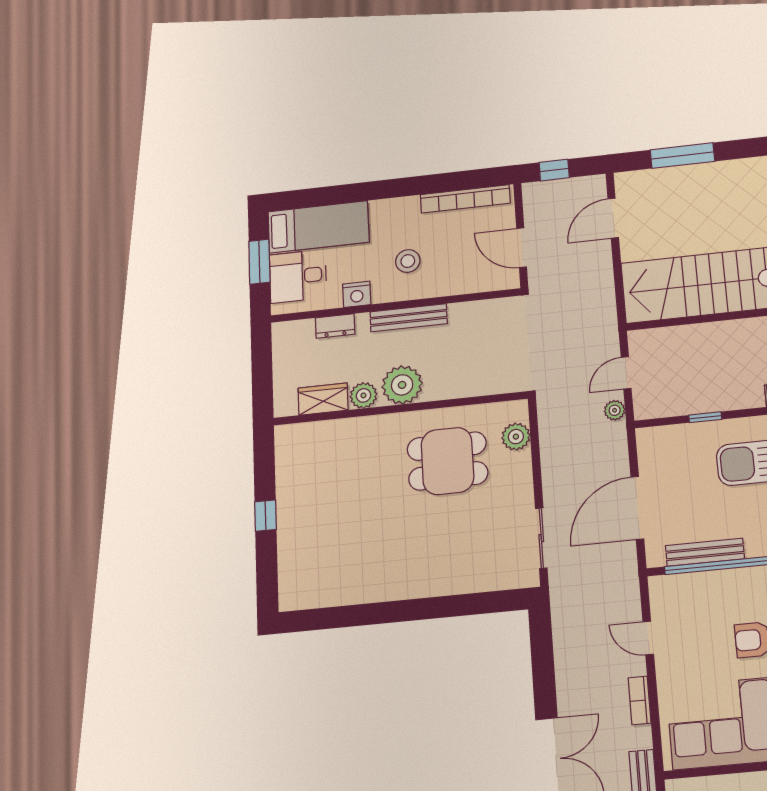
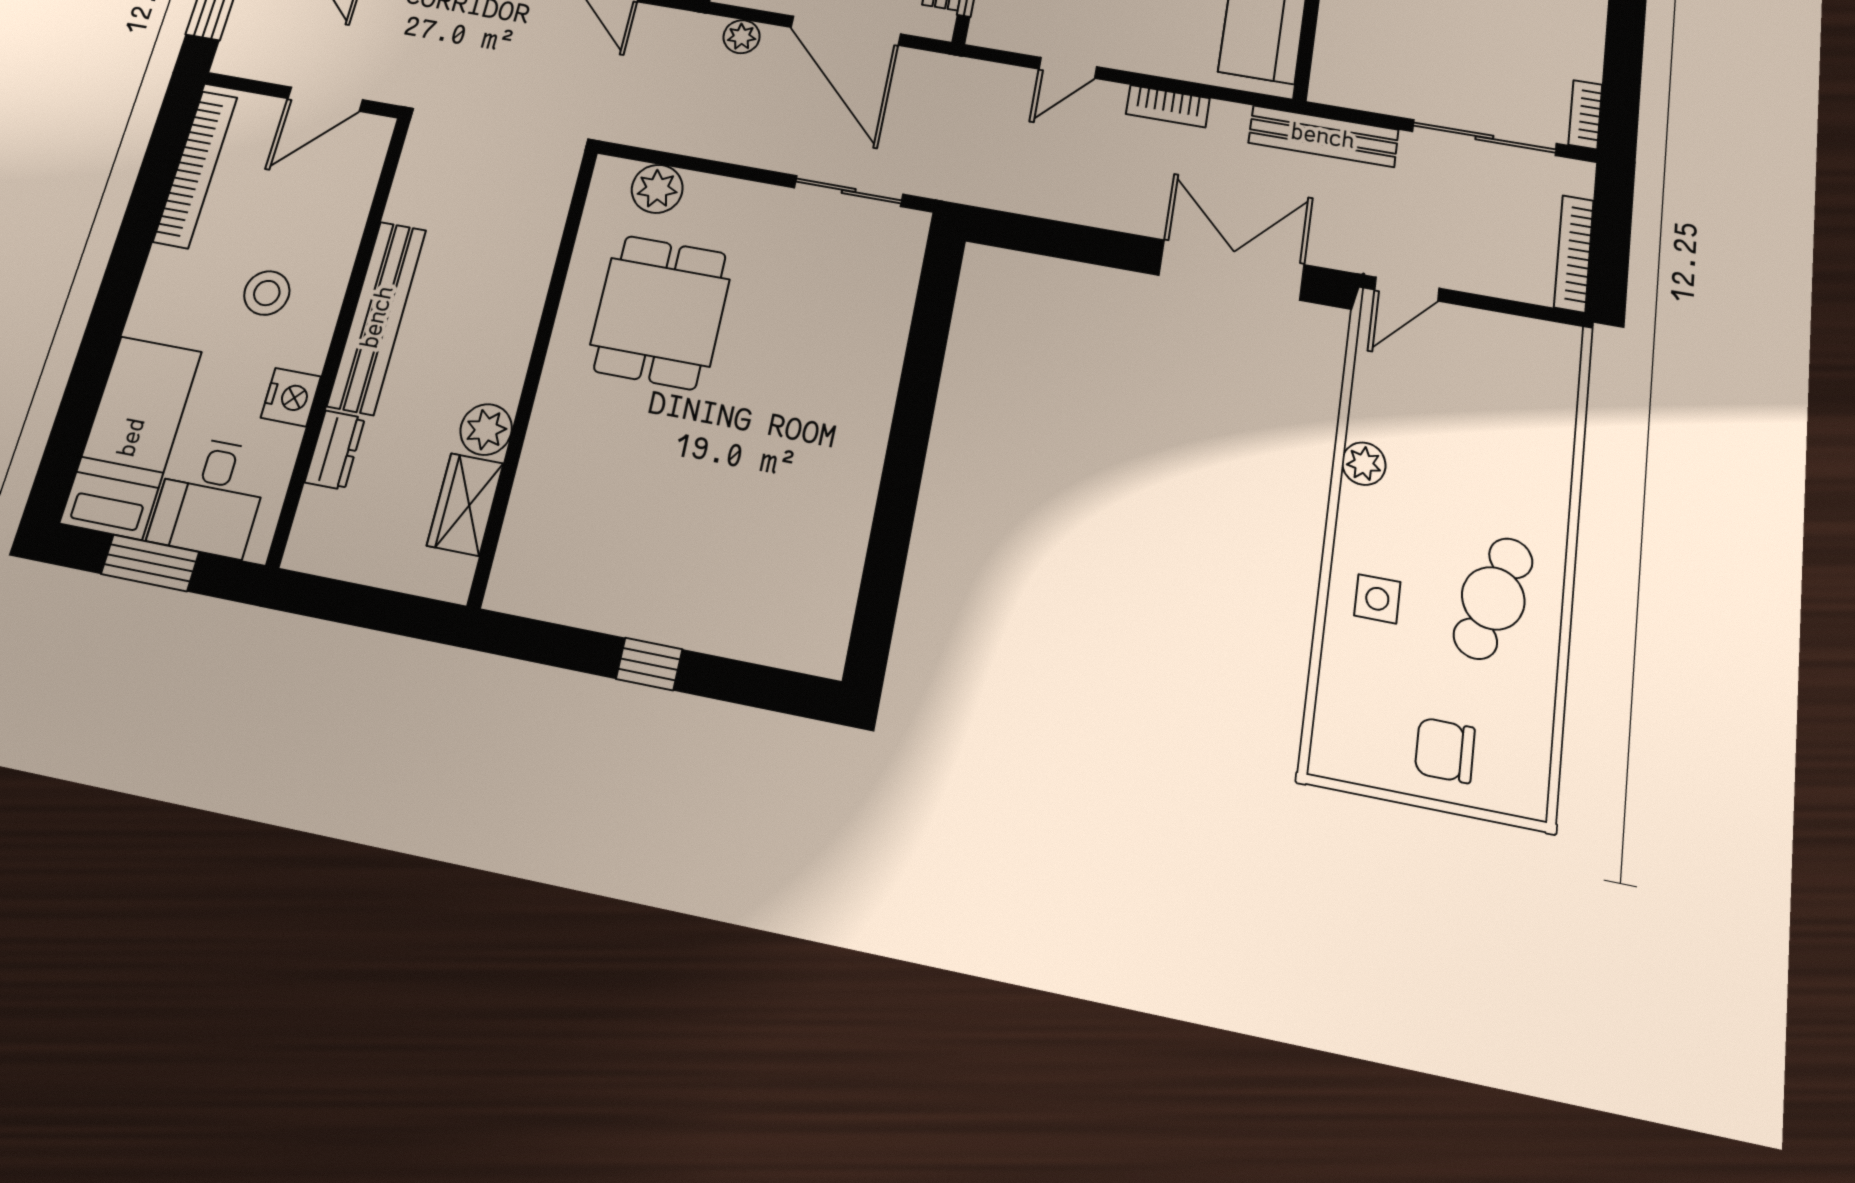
bench: (409, 318) -> (377, 317), width x1.37, depth x1.21
plant: (402, 385) -> (493, 357), removed
plant: (615, 410) -> (742, 37), moved

